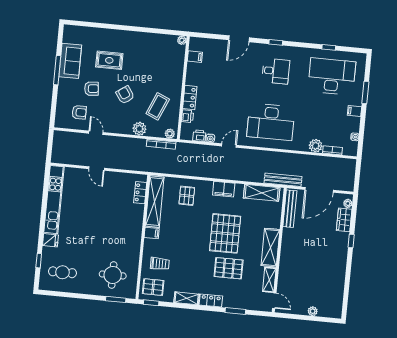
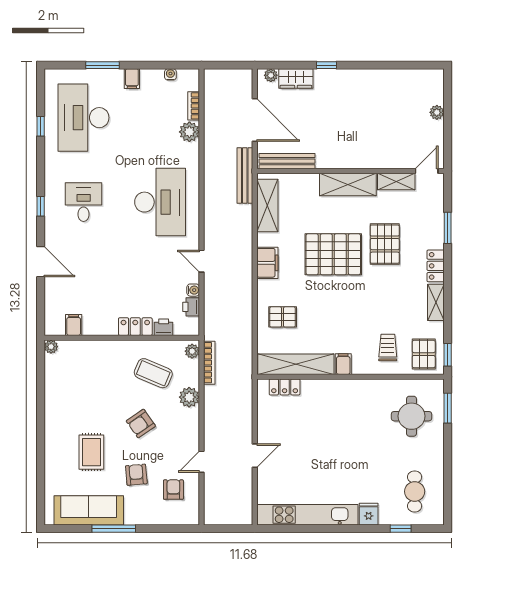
sofa: (70, 61) -> (89, 510), width x1.36

